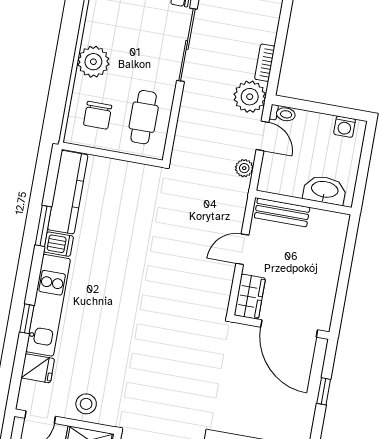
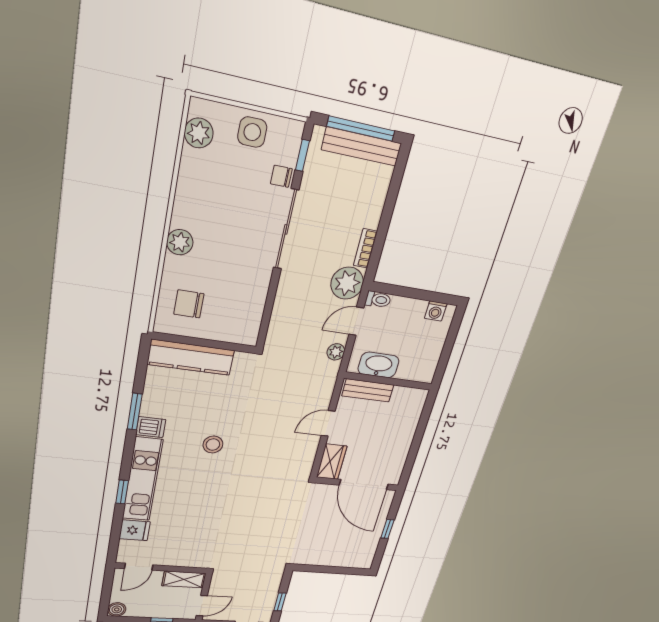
plant: (93, 62) -> (180, 242), width x0.73, depth x0.73
chair: (98, 115) -> (189, 304), turned 90
cafe table: (144, 117) -> (238, 305), removed
door: (263, 136) -> (356, 321), swing flipped
washbasin: (325, 190) -> (378, 365), moved
kitchen counter: (68, 192) -> (191, 357), moved, turned 90
stool: (86, 404) -> (213, 445), moved

